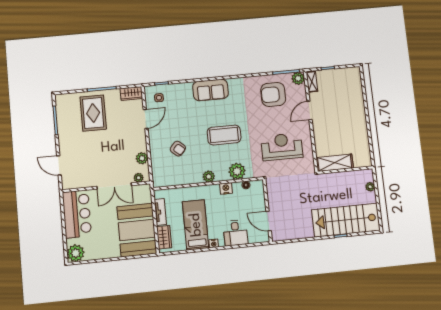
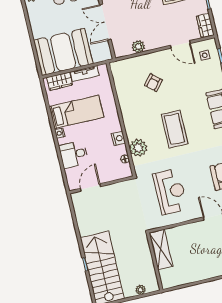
plant: (209, 177) -> (128, 119), removed
plant: (139, 178) -> (117, 46), removed

